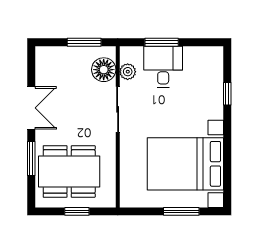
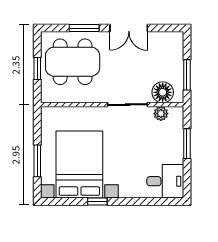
desk: (163, 67) -> (165, 181), moved
window: (227, 94) -> (97, 202), moved
dining table: (69, 171) -> (73, 62), turned 90

